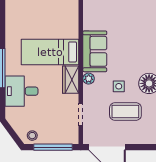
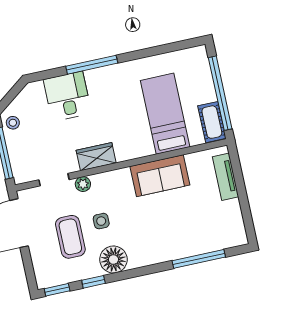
sofa: (95, 51) -> (160, 176), moved
bed: (50, 52) -> (165, 114), moved
plant: (89, 79) -> (83, 184), moved

